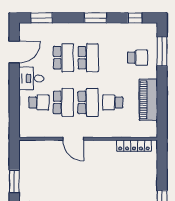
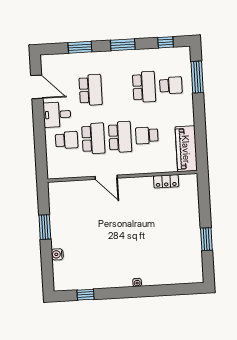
window: (42, 18) -> (80, 47), moved
door: (14, 52) -> (37, 87), hinge flipped
school desk: (88, 58) -> (144, 87), moved
piano: (148, 100) -> (186, 149), moved
locker: (134, 146) -> (166, 181), width x0.66

